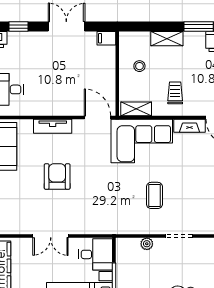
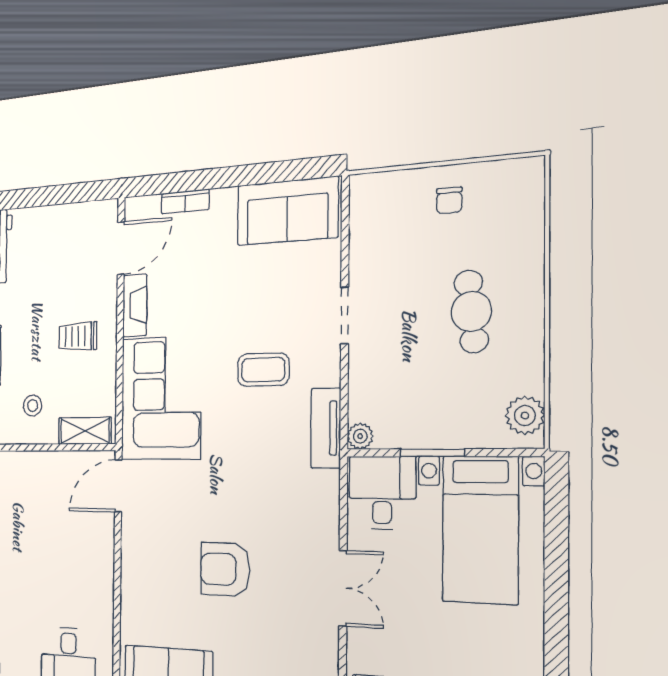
shelving: (136, 109) -> (85, 431), moved, turned 90
tv unit: (53, 126) -> (326, 428), moved, turned 180
plant: (147, 244) -> (360, 436), moved

